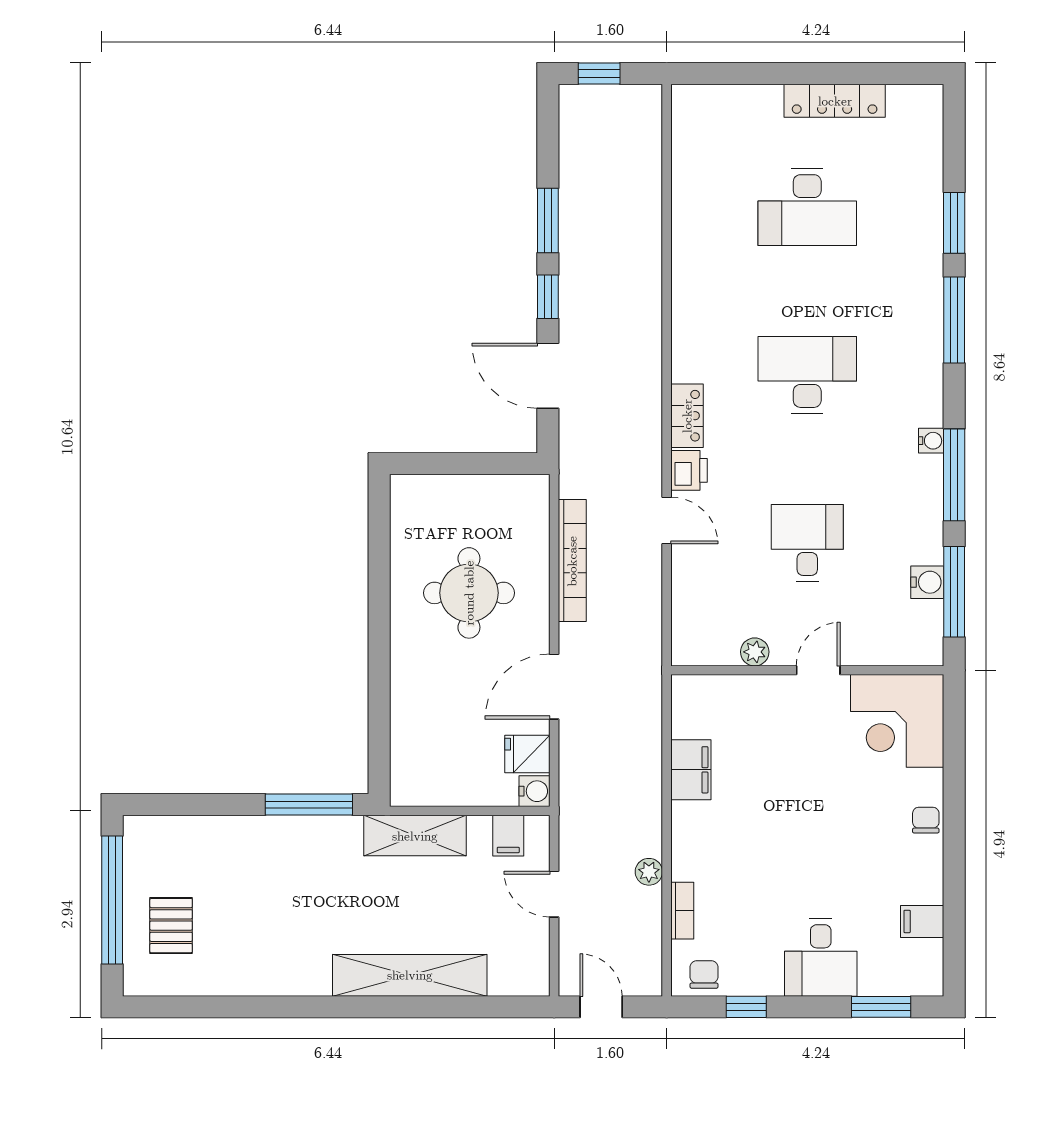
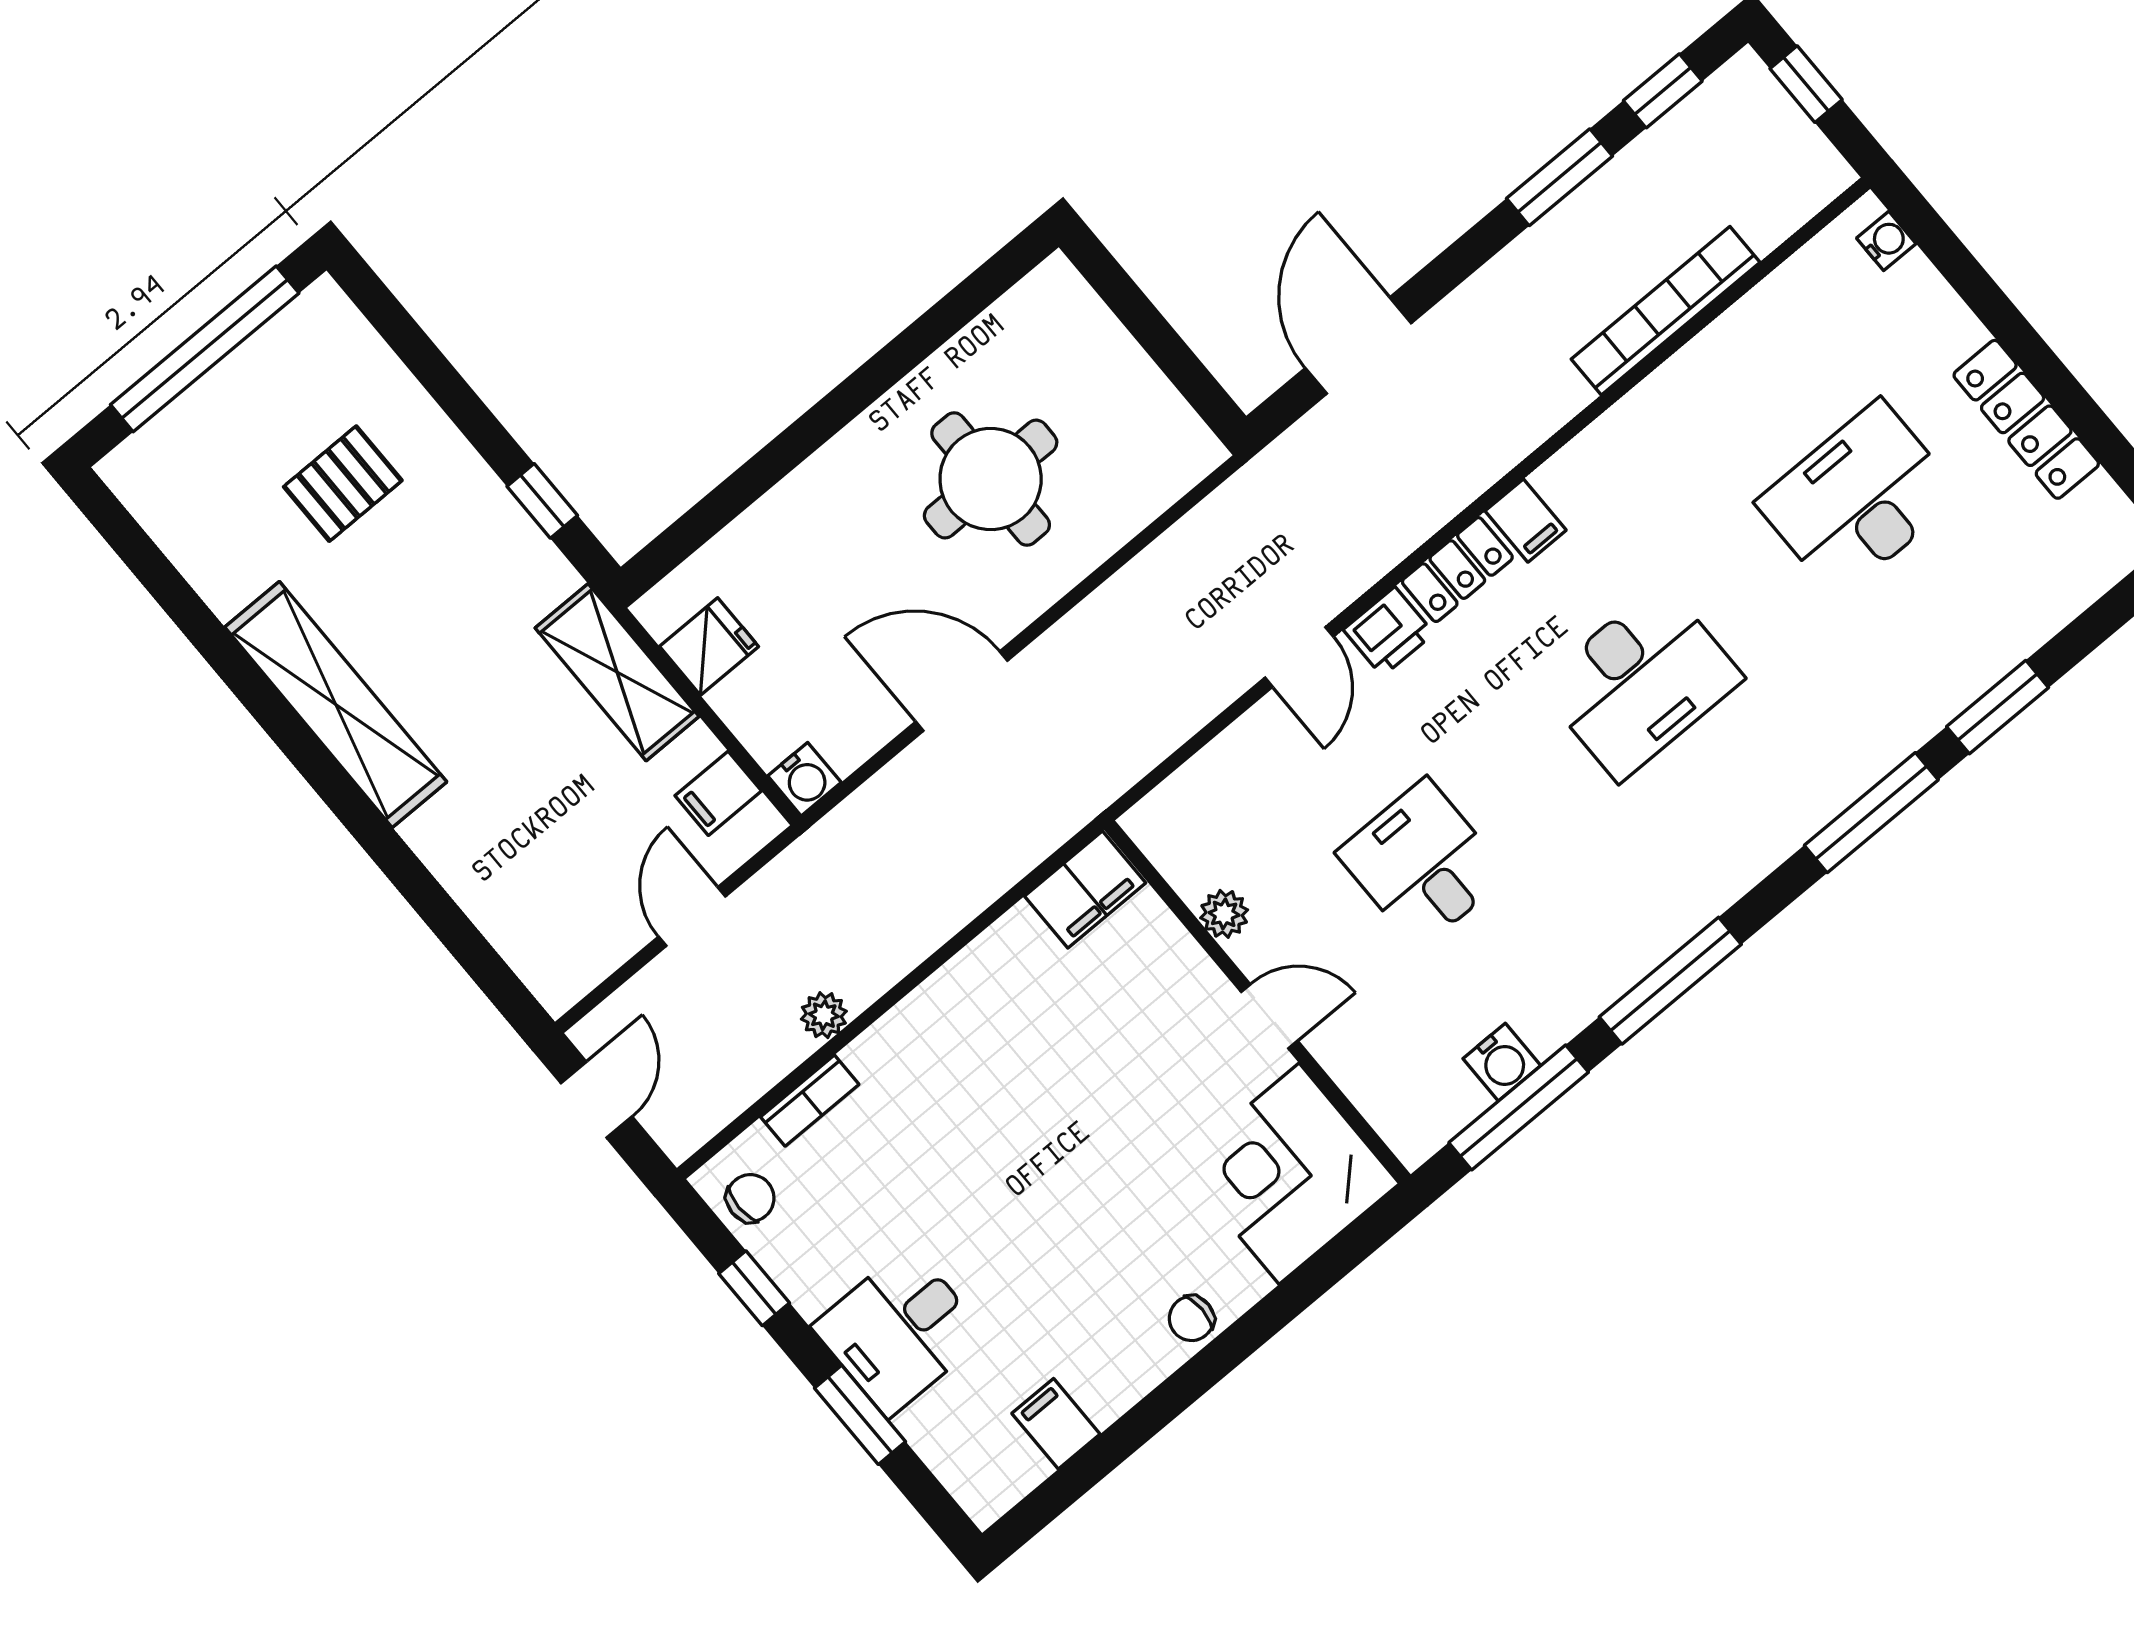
desk: (807, 207) -> (1859, 499), turned 90
window: (548, 297) -> (1663, 91), moved
filing cabinet: (691, 366) -> (1526, 521), added
desk: (807, 375) -> (1641, 682), turned 90
water cooler: (931, 441) -> (1886, 241), moved, turned -90
desk: (807, 543) -> (1422, 864), turned -90
bookcase: (572, 561) -> (1666, 311), moved, turned 180
fridge: (527, 754) -> (709, 646), moved, turned 90
filing cabinet: (691, 770) -> (1085, 889), moved
window: (309, 805) -> (542, 501), width x0.46
chair: (926, 820) -> (1192, 1318), turned 180
pallet: (171, 926) -> (343, 484), moved
shelving: (410, 975) -> (336, 705), moved
window: (881, 1007) -> (860, 1415), moved

